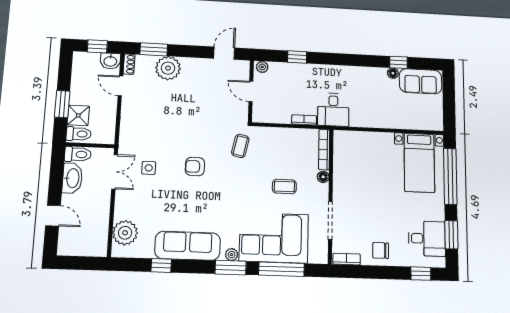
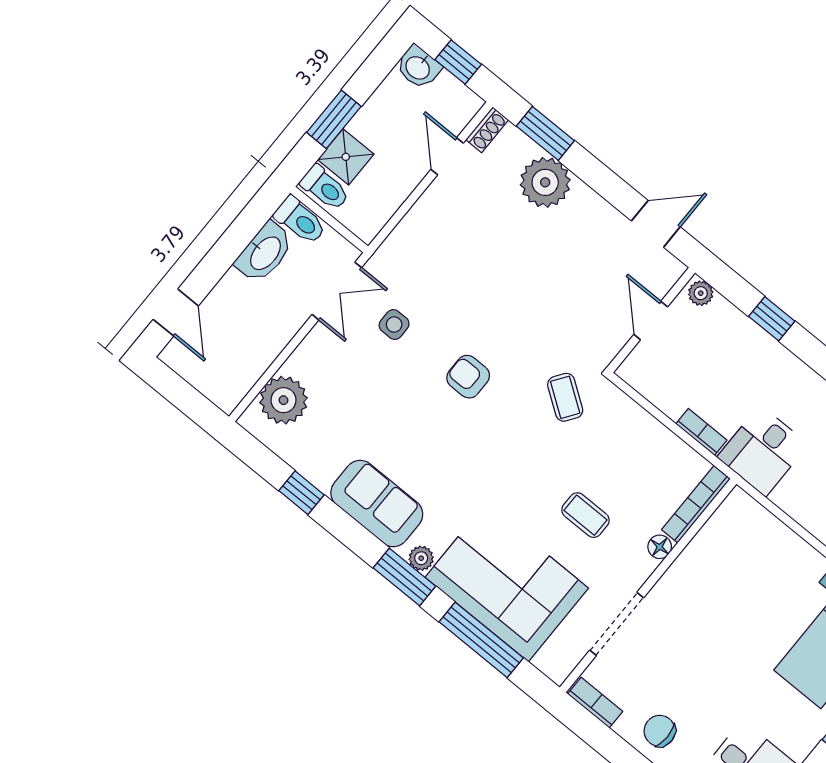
washbasin: (110, 61) -> (418, 67), moved
coffee table: (240, 146) -> (565, 397), turned -67
door: (53, 216) -> (176, 313), moved
sofa: (188, 246) -> (377, 504), width x0.73

